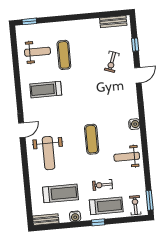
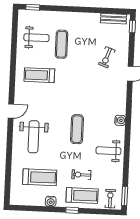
window: (135, 45) -> (132, 26), moved
bench: (46, 220) -> (22, 201), removed

